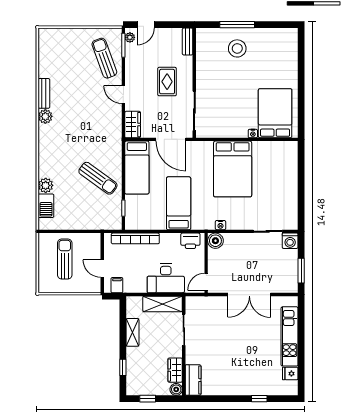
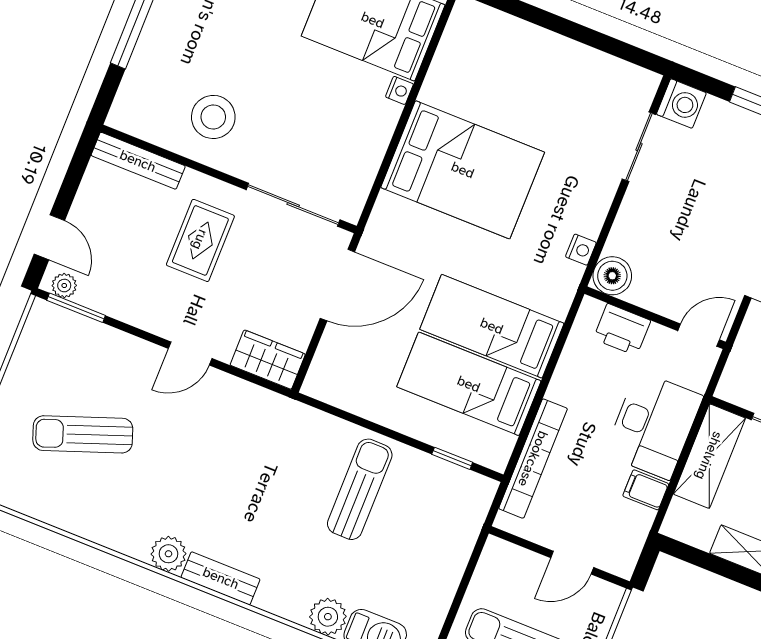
bench: (188, 42) -> (138, 161), width x1.36
stool: (237, 48) -> (213, 117), moved
sun lounger: (104, 58) -> (83, 434), moved
rug: (167, 82) -> (200, 240), turned 90
bench: (44, 93) -> (221, 578), moved
bed: (137, 168) -> (469, 384), moved, turned 180
sun lounger: (98, 178) -> (360, 489), turned -36
printer: (190, 241) -> (622, 330), moved, turned 90
door: (206, 282) -> (699, 335), swing flipped
filing cabinet: (117, 285) -> (646, 490), moved

